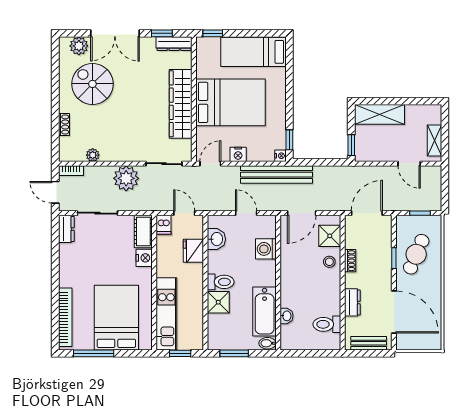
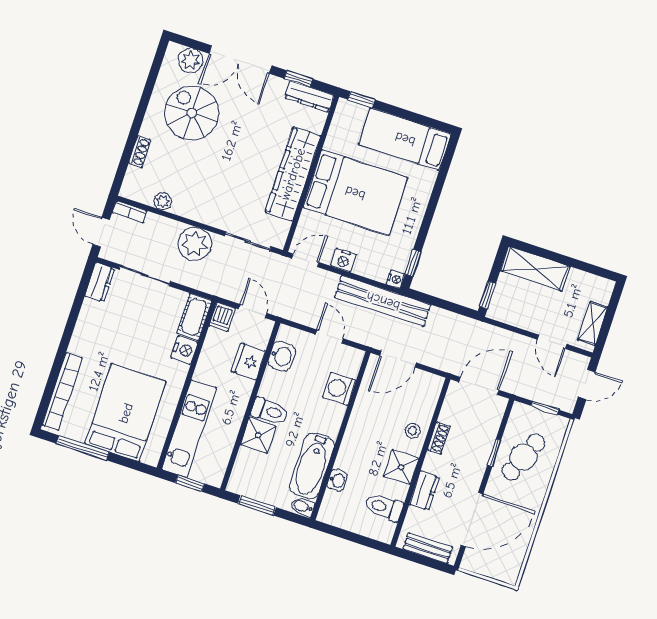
door: (445, 186) -> (587, 384), added
shower: (330, 236) -> (401, 467), moved
door: (394, 312) -> (472, 520), hinge flipped

